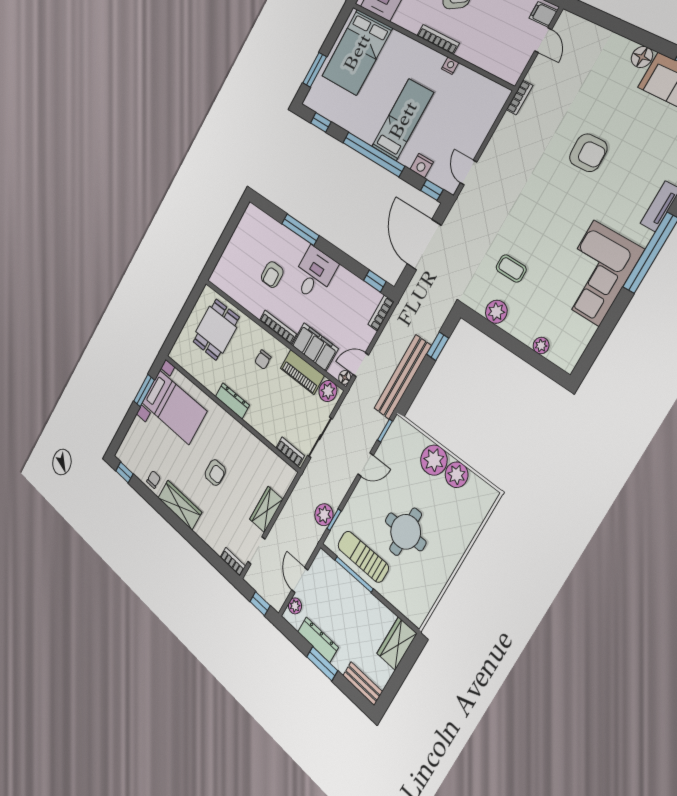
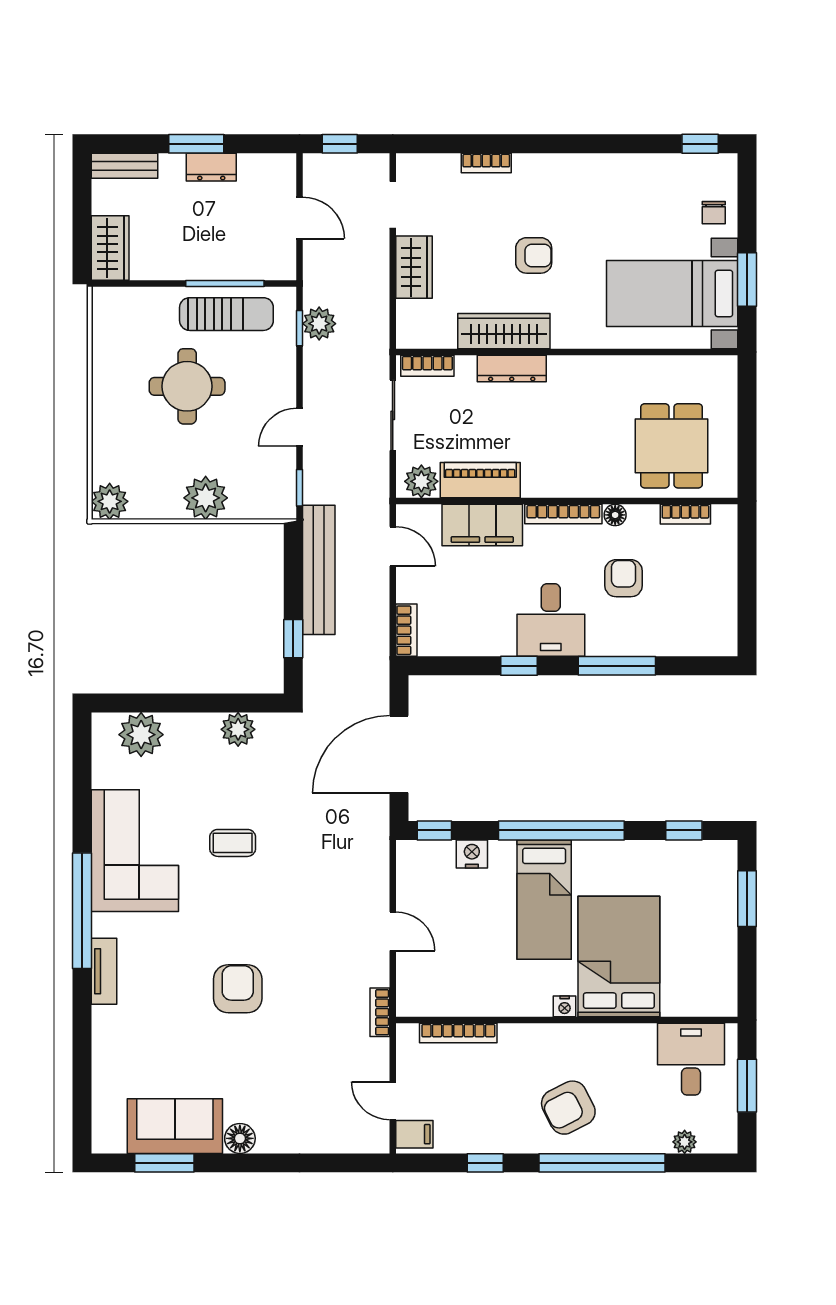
bookcase: (438, 39) -> (458, 1033), moved
bed: (357, 52) -> (619, 957), moved
nightstand: (450, 66) -> (565, 1006), moved
armchair: (588, 153) -> (238, 989), turned 92
door: (469, 173) -> (393, 931), moved
door: (424, 245) -> (399, 754), swing flipped
coffee table: (511, 268) -> (233, 843), moved
window: (375, 281) -> (519, 666), moved
bookcase: (230, 290) -> (685, 514), added
plant: (541, 346) -> (141, 735), width x1.88, depth x1.88
chair: (263, 360) -> (558, 456), removed
door: (361, 365) -> (393, 546), hinge flipped
floor lamp: (345, 377) -> (615, 515), moved
dresser: (232, 401) -> (512, 368), moved
armchair: (215, 472) -> (534, 255), turned 180
plant: (457, 475) -> (110, 501), moved
chair: (154, 480) -> (714, 213), moved
wardrobe: (180, 505) -> (504, 331), moved, turned 180
bookcase: (233, 562) -> (486, 163), moved
plant: (295, 606) -> (284, 181), removed
dresser: (318, 640) -> (211, 167), width x0.70

